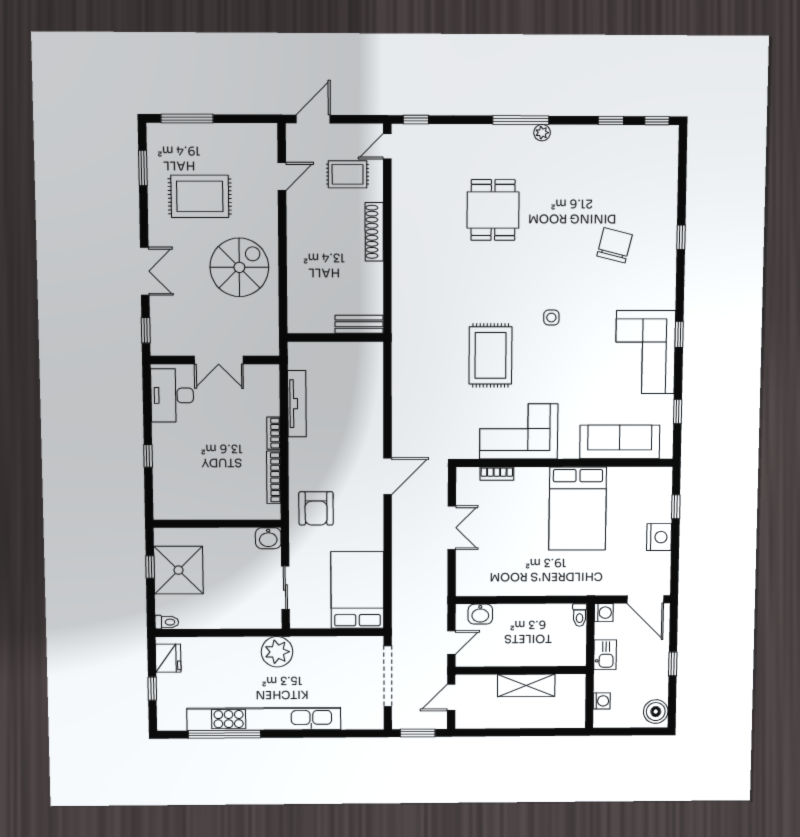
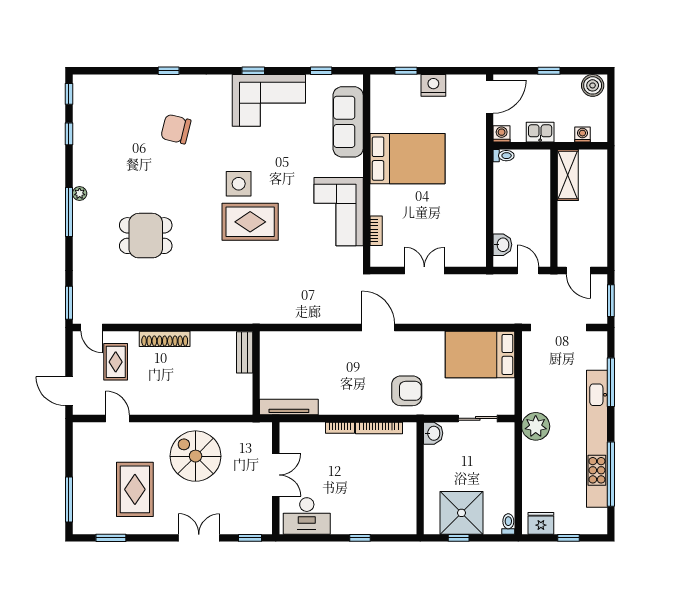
window: (416, 120) -> (69, 303), width x1.50
side table: (551, 318) -> (239, 184), width x1.87, depth x1.87
rug: (490, 355) -> (250, 222), moved
tv unit: (297, 404) -> (289, 407), moved
shelving: (526, 685) -> (568, 175), moved
window: (327, 734) -> (611, 382), added

